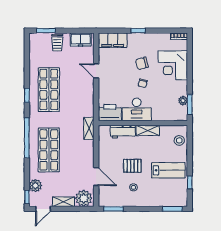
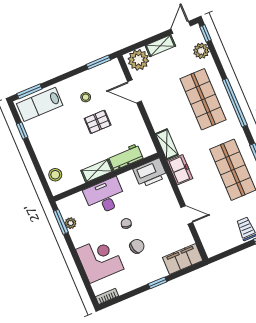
freezer: (81, 40) -> (180, 170), moved, turned 90
desk: (137, 109) -> (105, 196), moved
lab bench: (168, 170) -> (40, 104), moved

